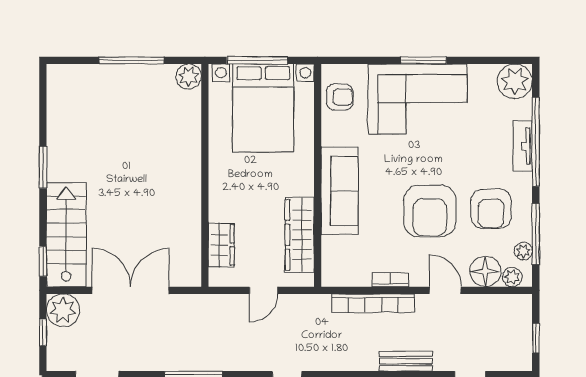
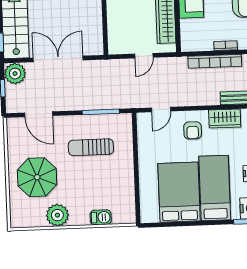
wardrobe: (221, 245) -> (116, 27), removed

